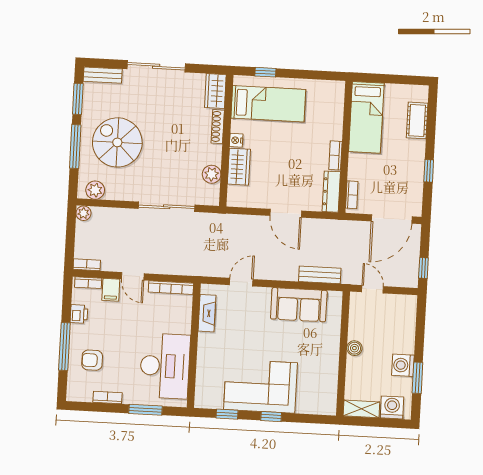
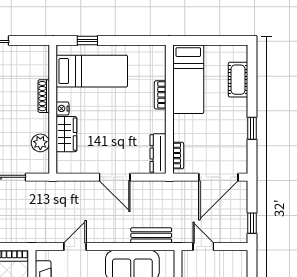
wardrobe: (215, 91) -> (40, 62), removed
bookcase: (335, 155) -> (160, 95), moved

